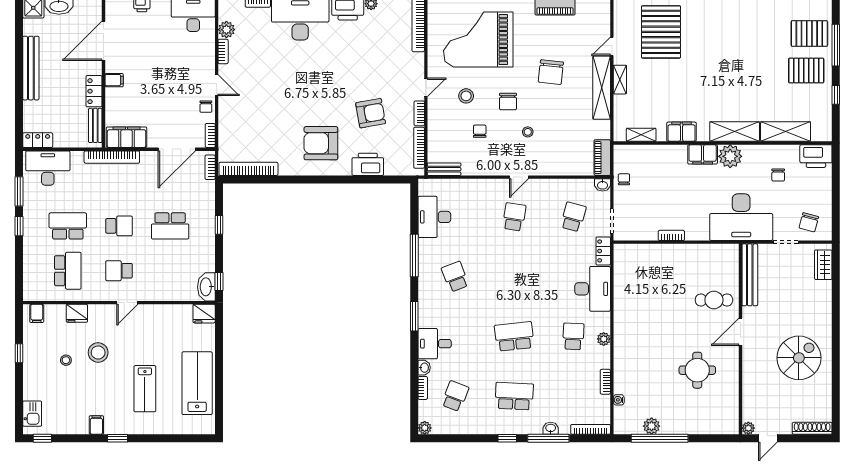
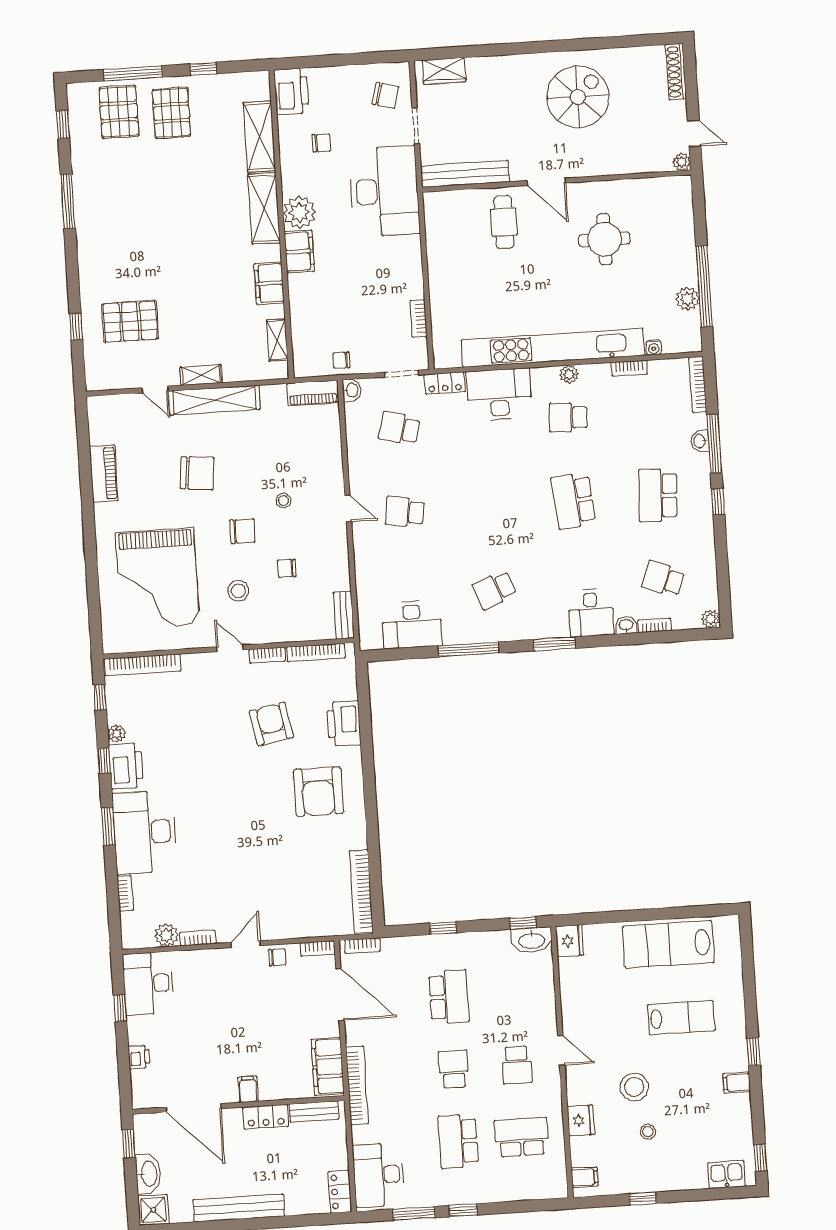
pallet: (661, 32) -> (130, 321), width x0.73, depth x0.71
bookcase: (671, 235) -> (419, 319), moved
kitchen unit: (623, 329) -> (553, 348), added
spiral stairs: (799, 358) -> (578, 97), turned 90

